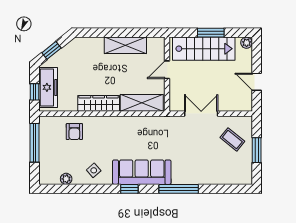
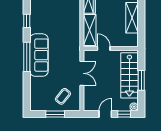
window: (257, 56) -> (124, 114), added
door: (167, 70) -> (104, 48), moved
sofa: (142, 172) -> (39, 55), moved

